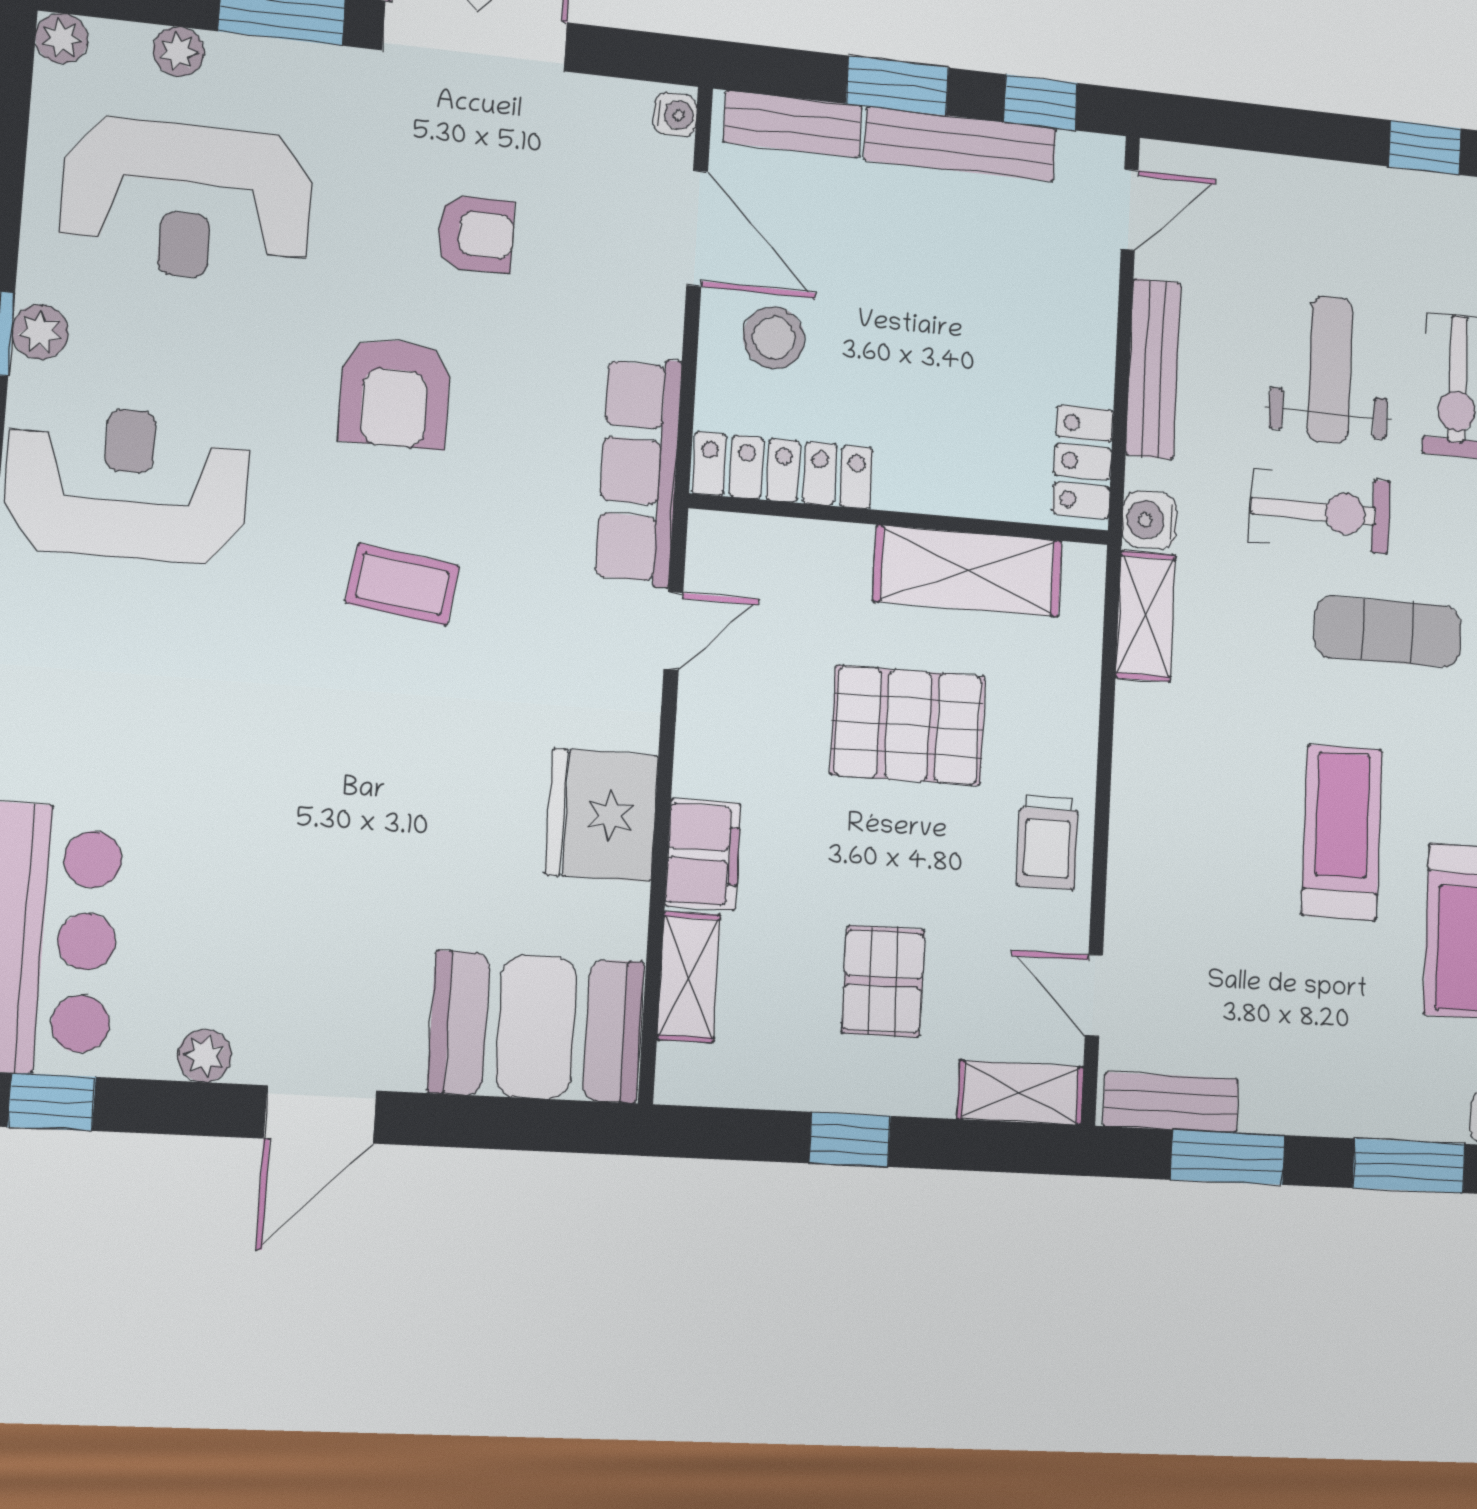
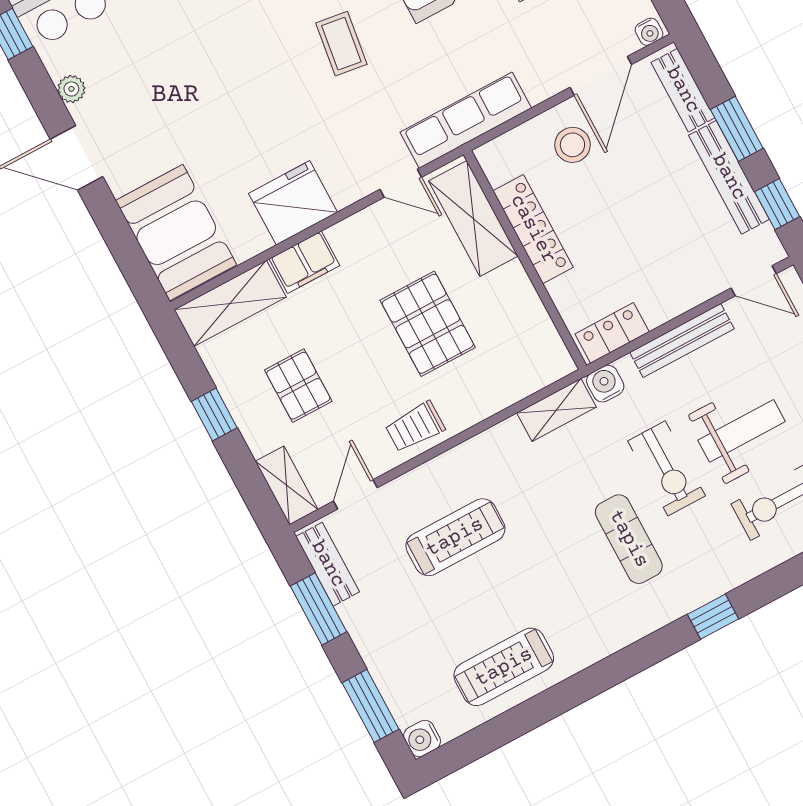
locker: (783, 470) -> (533, 229), moved
shelving: (968, 571) -> (473, 218), moved
treadmill: (1342, 832) -> (455, 537), moved
shelving: (689, 977) -> (230, 303), width x1.50, depth x1.33
pallet: (883, 981) -> (298, 386), turned 90

